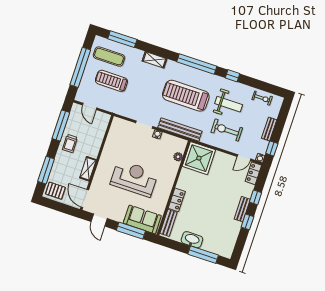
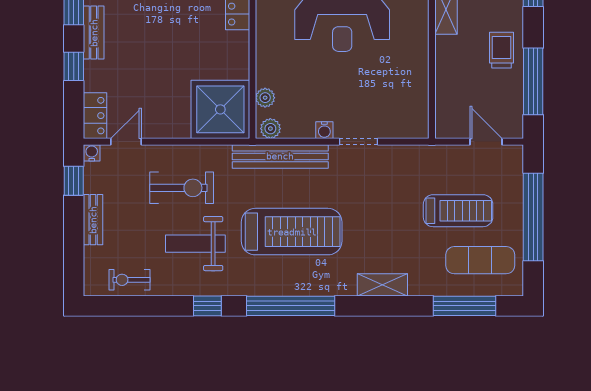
plant: (180, 143) -> (270, 129), added

